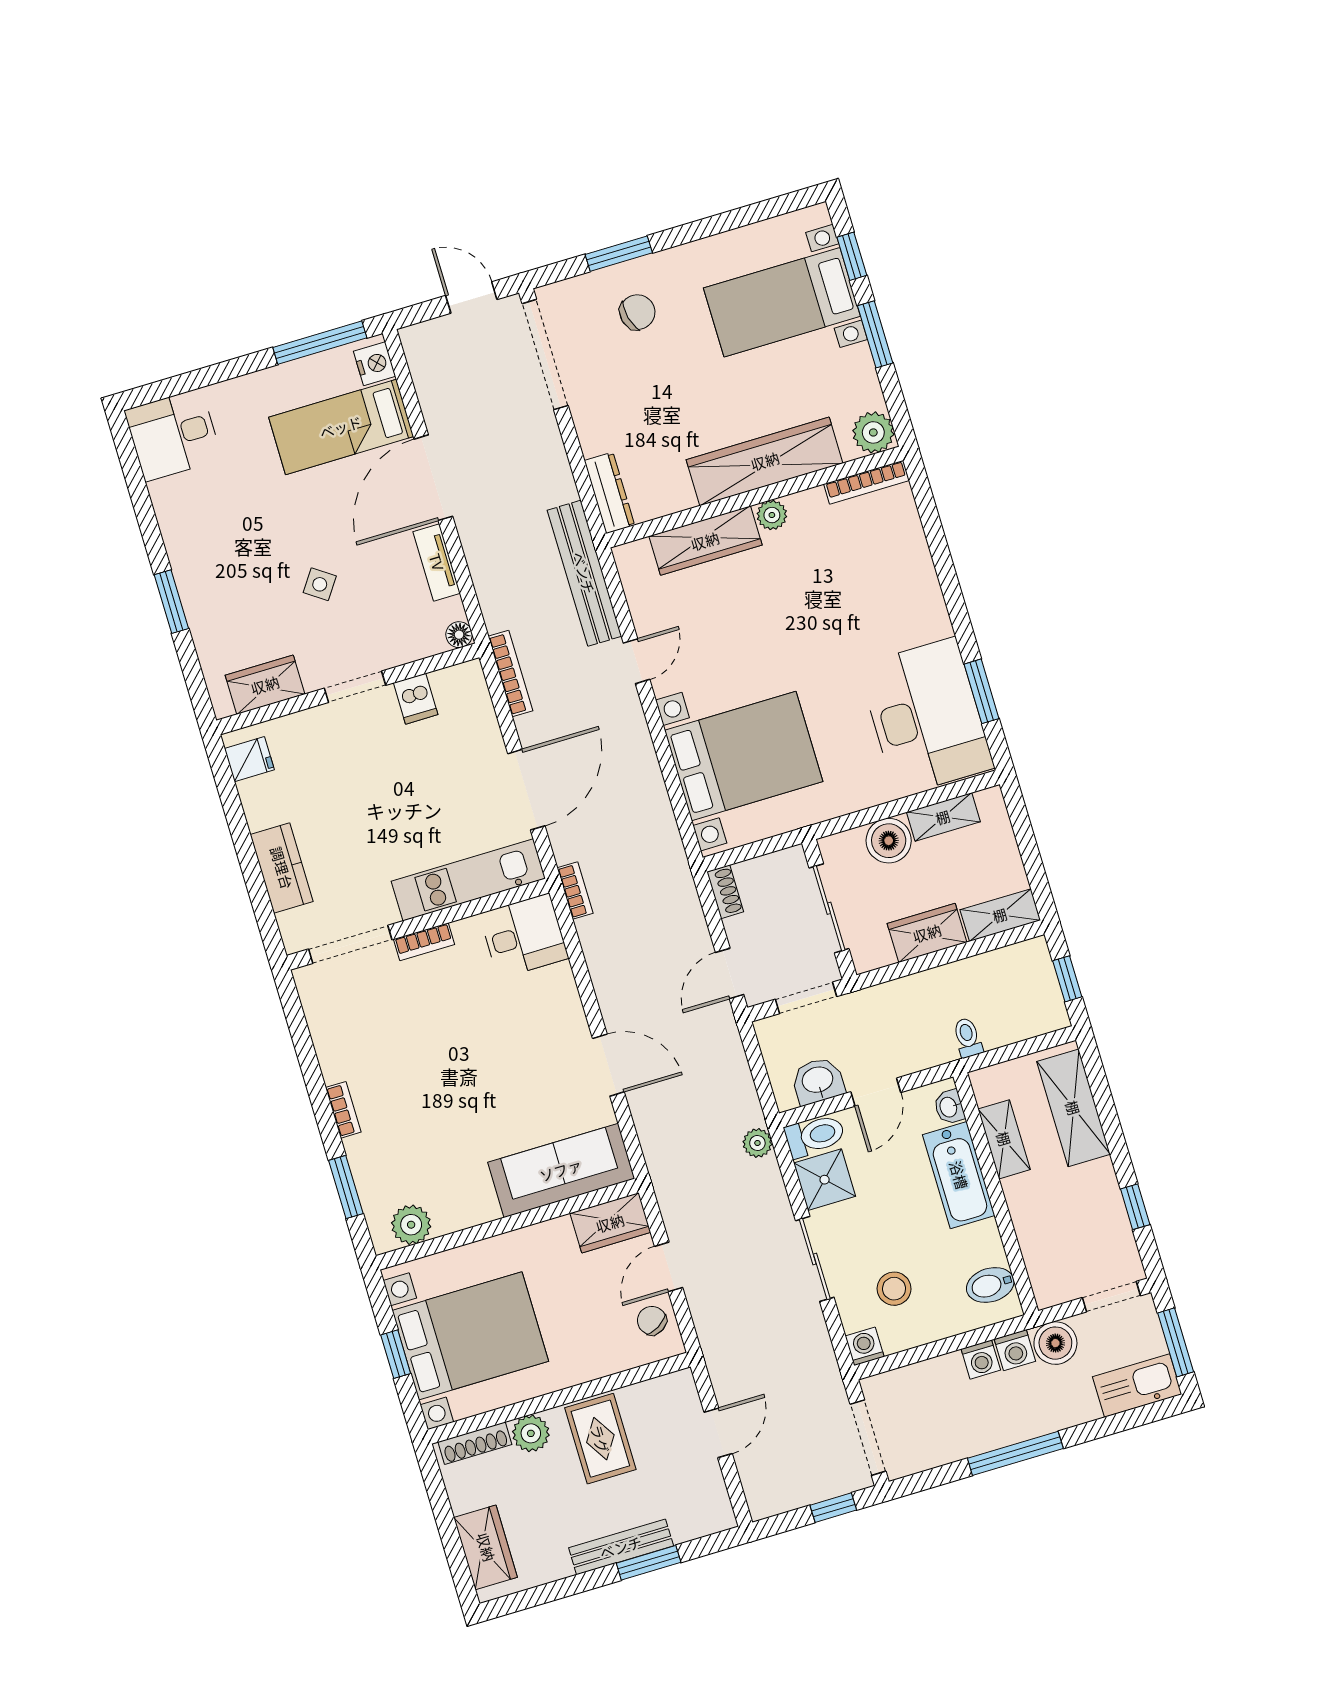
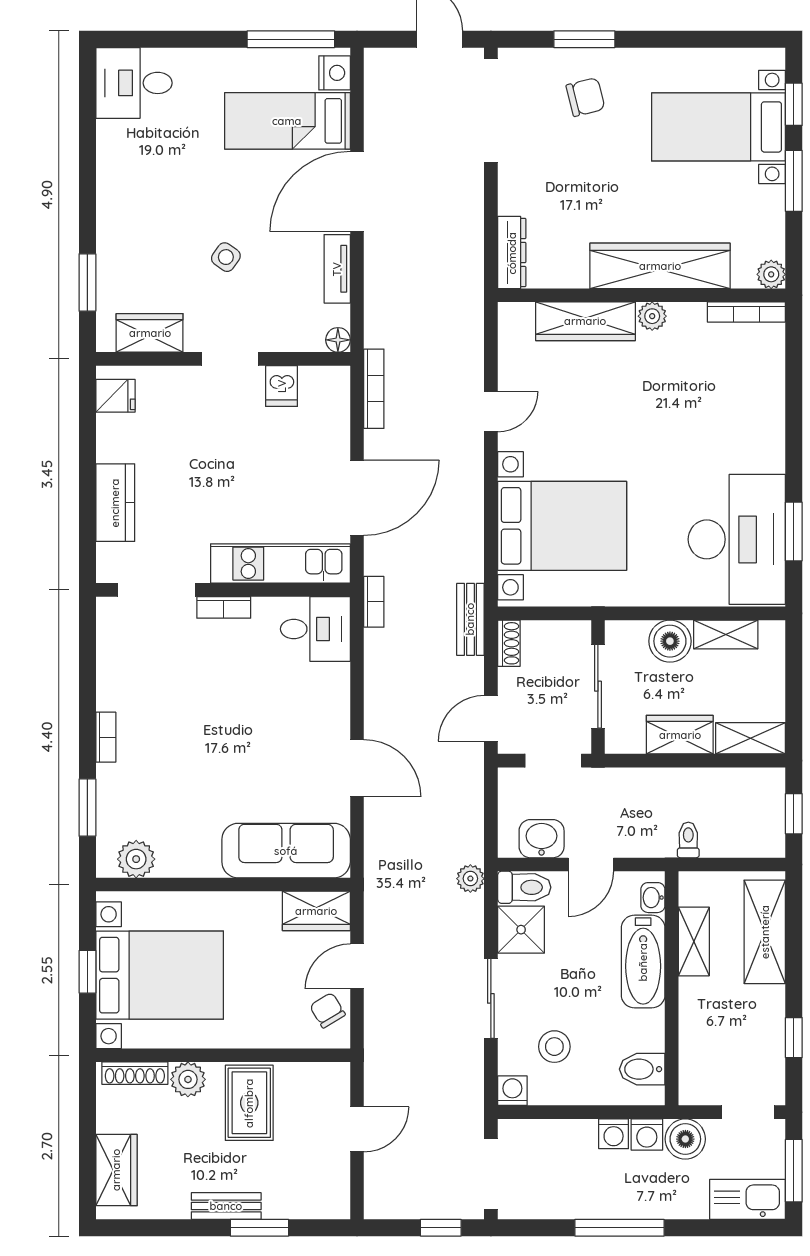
plant: (873, 432) -> (771, 274), width x0.73, depth x0.73
bench: (584, 573) -> (470, 619), moved, width x0.54, depth x0.82
window: (171, 602) -> (87, 283), moved
bench: (621, 1547) -> (226, 1206), width x0.73

